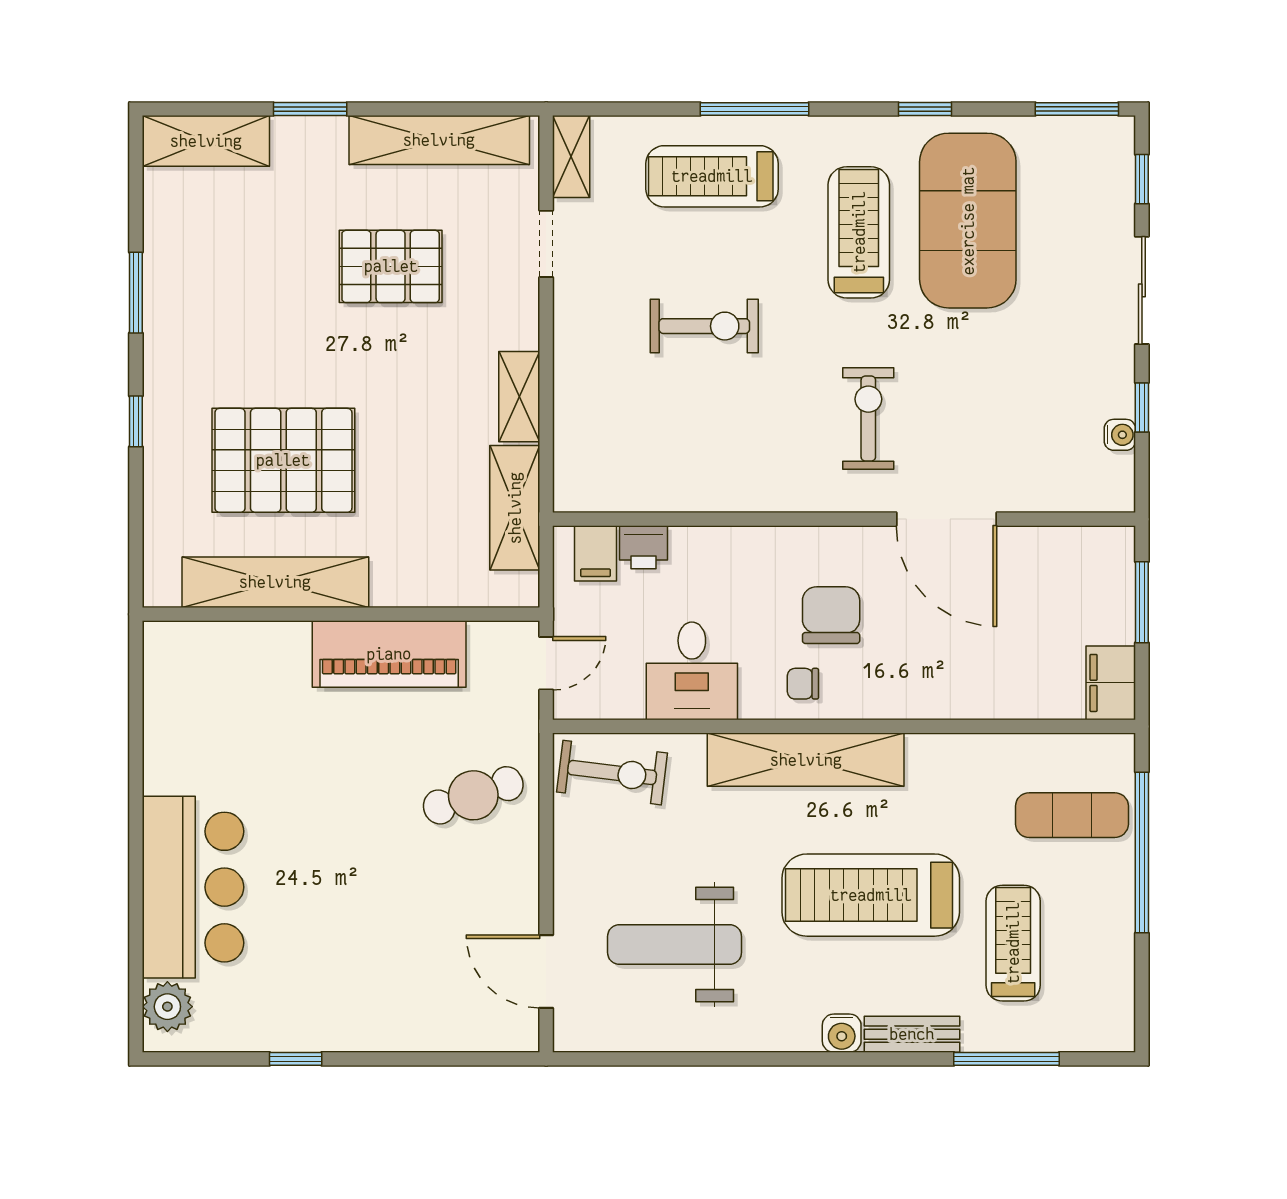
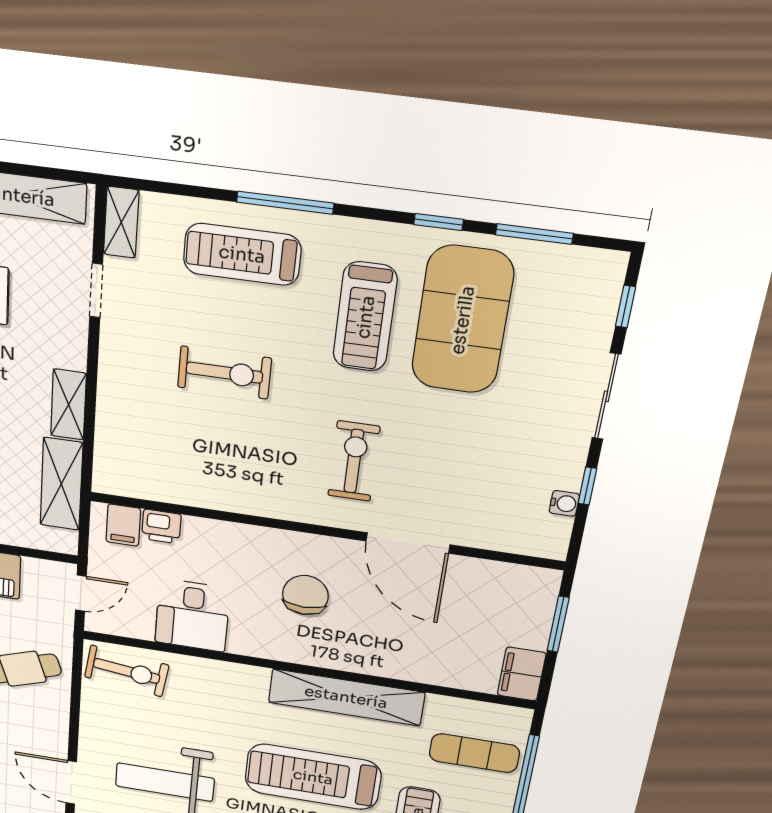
window: (1077, 109) -> (534, 234), moved
treadmill: (859, 232) -> (365, 317), turned 180
chair: (803, 684) -> (278, 637), removed
shelving: (806, 760) -> (346, 697), moved

